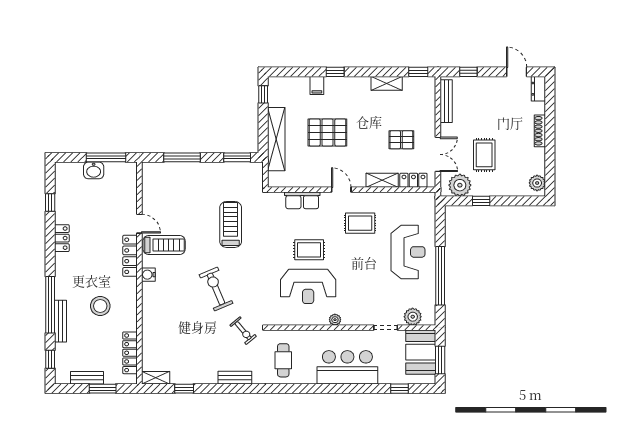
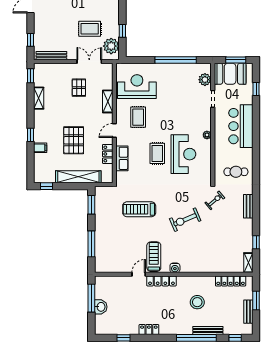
locker: (413, 180) -> (108, 154), moved
reception desk: (408, 252) -> (137, 87), moved

